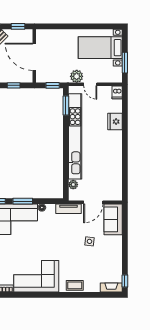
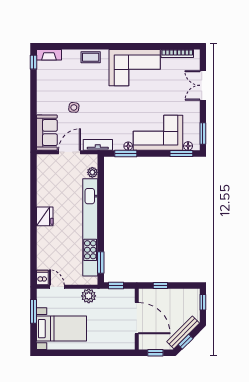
door: (90, 84) -> (57, 287), moved
fridge: (115, 122) -> (45, 216), moved
window: (23, 201) -> (126, 153), moved

